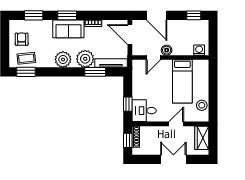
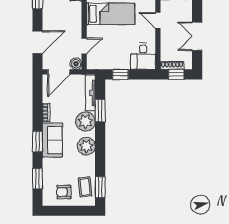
boiler: (167, 50) -> (76, 64), moved
door: (153, 58) -> (84, 46), hinge flipped
window: (128, 104) -> (120, 74), moved
double door: (173, 159) -> (197, 36), moved

